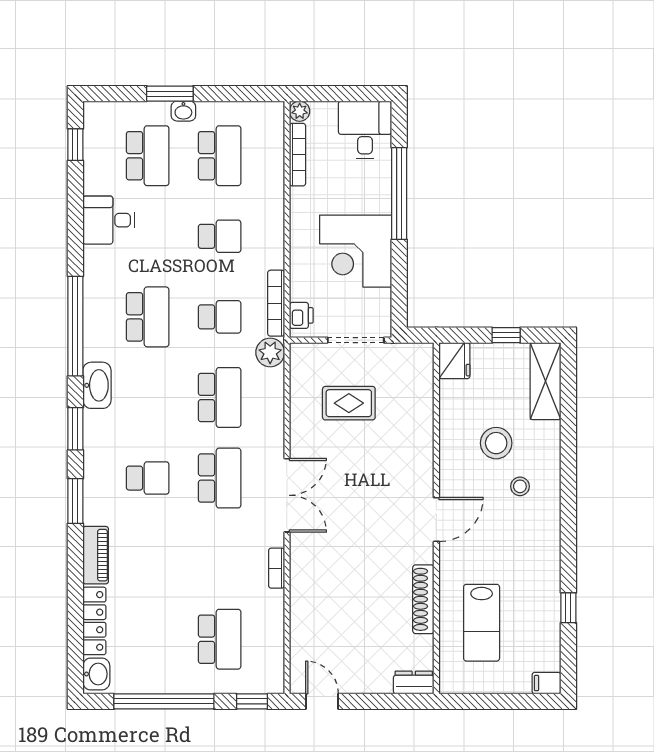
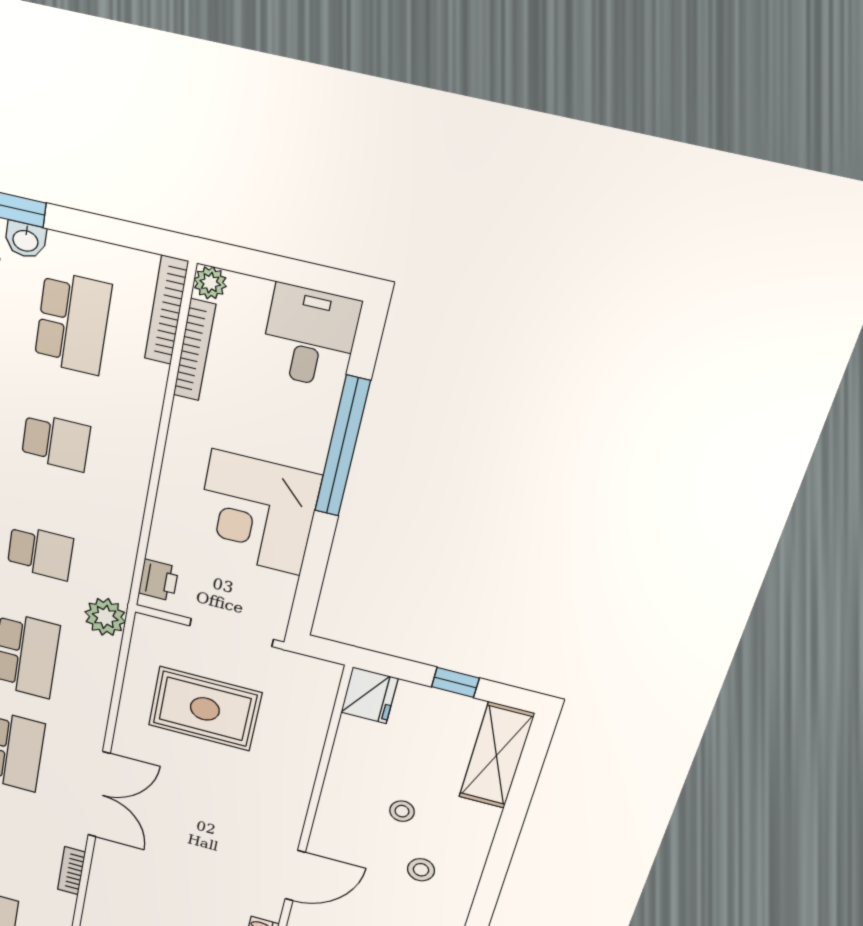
bookcase: (276, 303) -> (166, 310), moved
rug: (349, 403) -> (205, 709), width x1.36, depth x1.43
stool: (496, 443) -> (402, 811), width x0.53, depth x0.53

